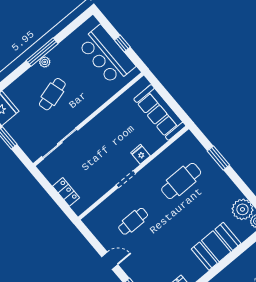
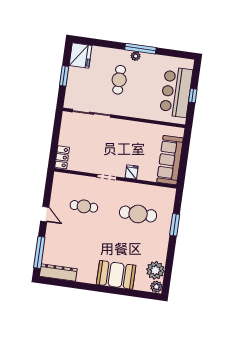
cafe table: (52, 94) -> (119, 80), turned -74
locker: (66, 192) -> (62, 157), moved

